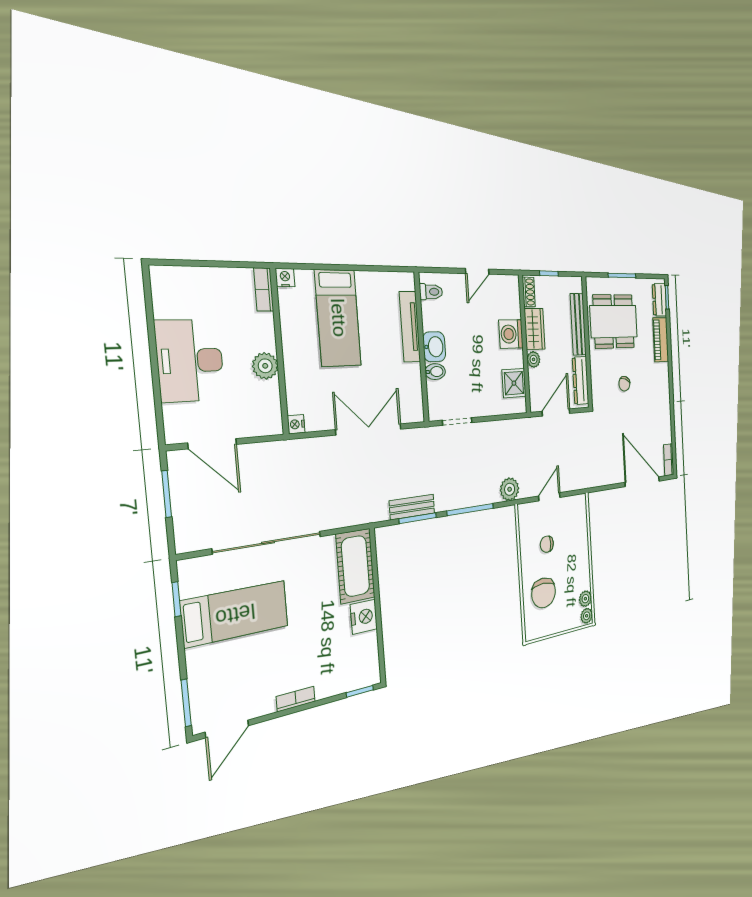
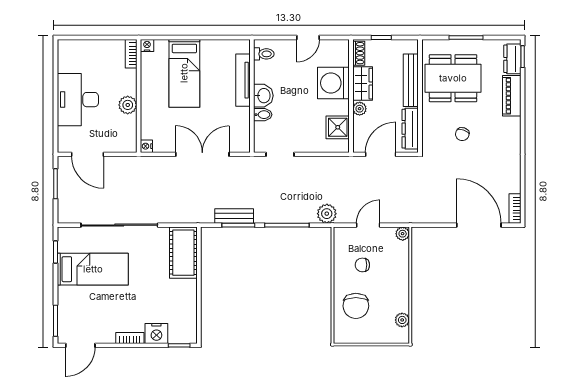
washing machine: (511, 334) -> (333, 83), width x1.37, depth x1.37
plant: (587, 616) -> (403, 234), moved
nightstand: (364, 617) -> (156, 334), moved, turned 90

